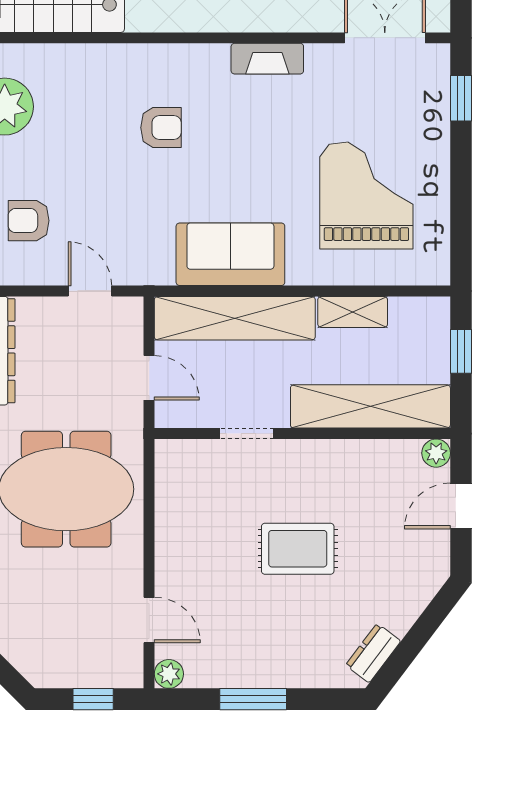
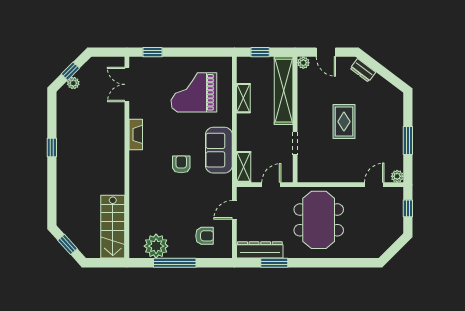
armchair: (161, 128) -> (181, 164), moved
armchair: (29, 221) -> (205, 236), turned -90
shelving: (235, 318) -> (244, 167), width x0.45, depth x0.75
dresser: (373, 653) -> (363, 70), moved

